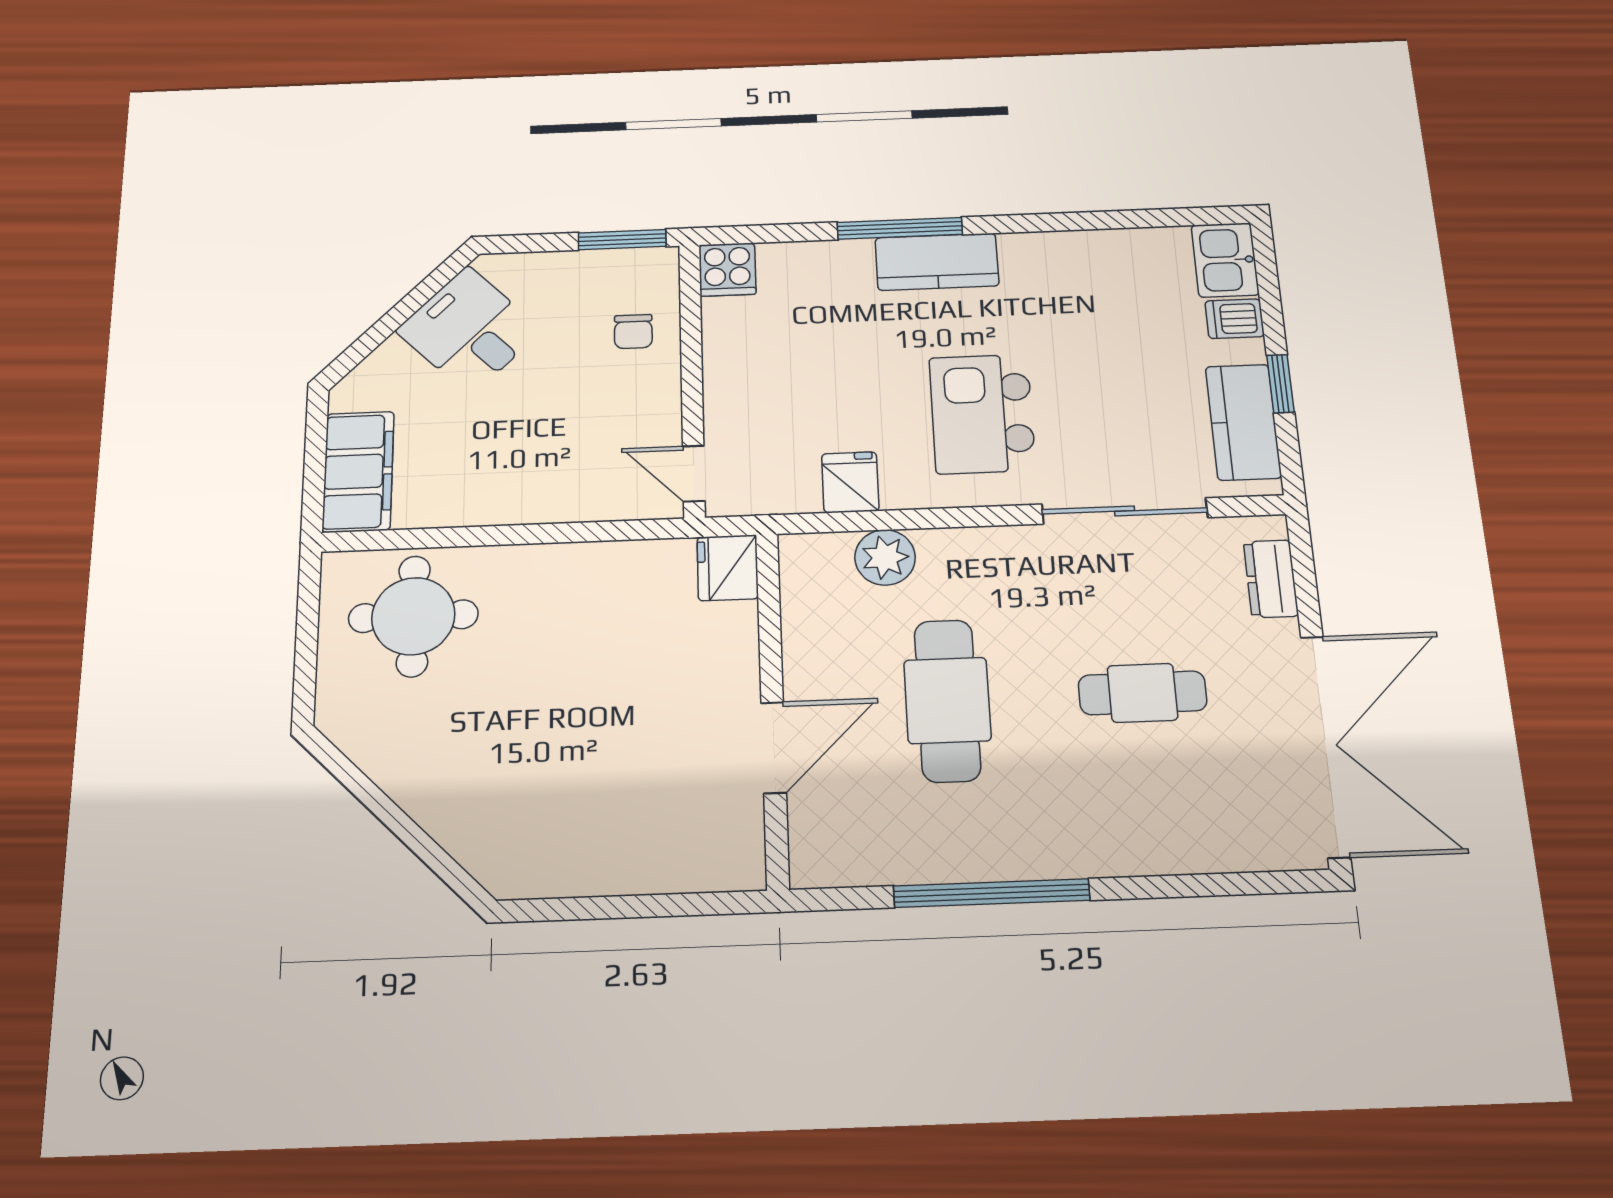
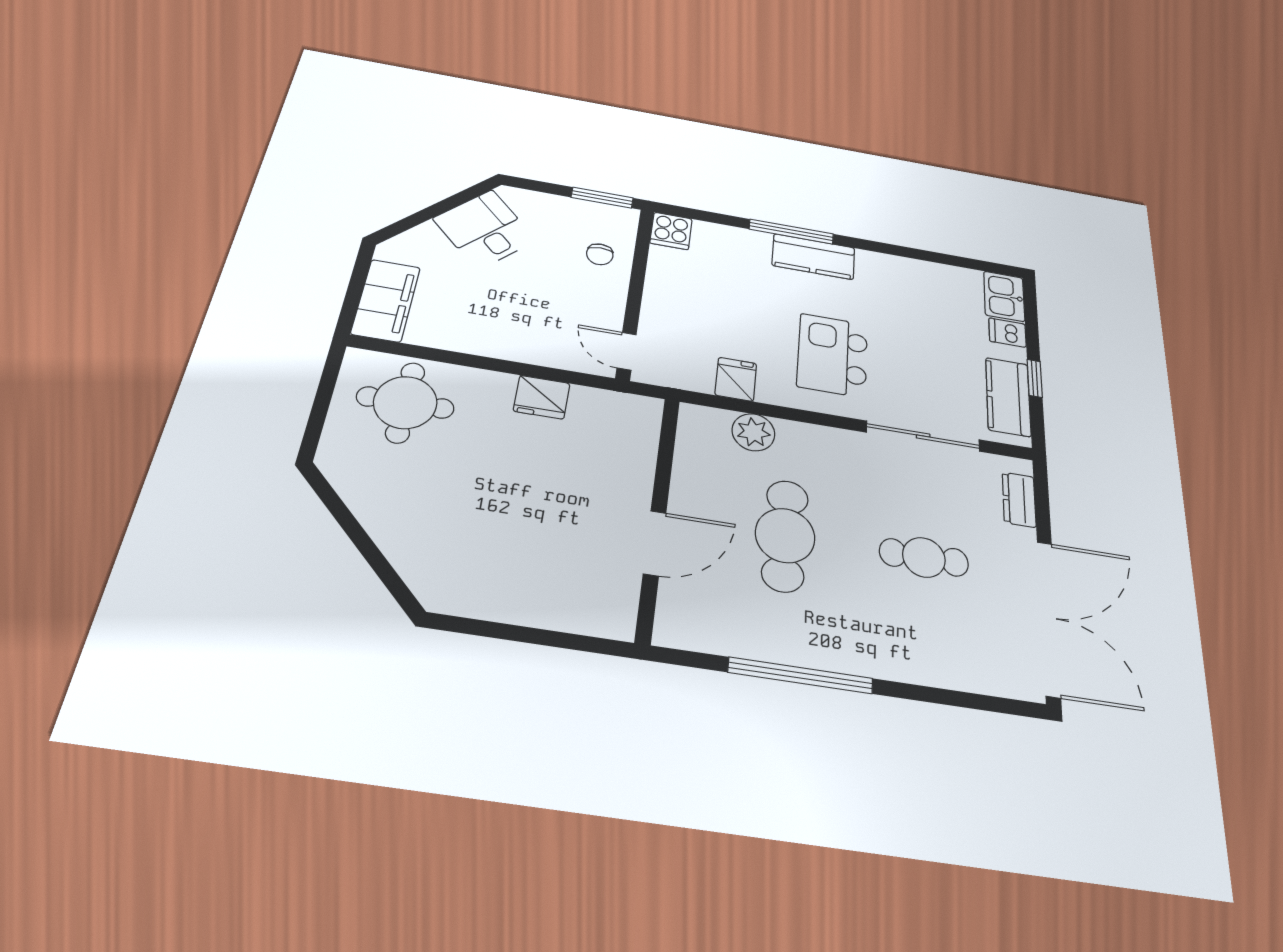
fridge: (728, 568) -> (542, 397), moved, turned -90

